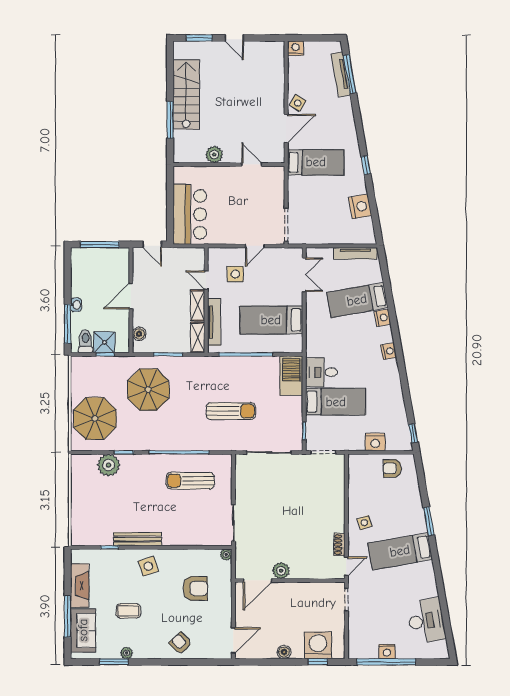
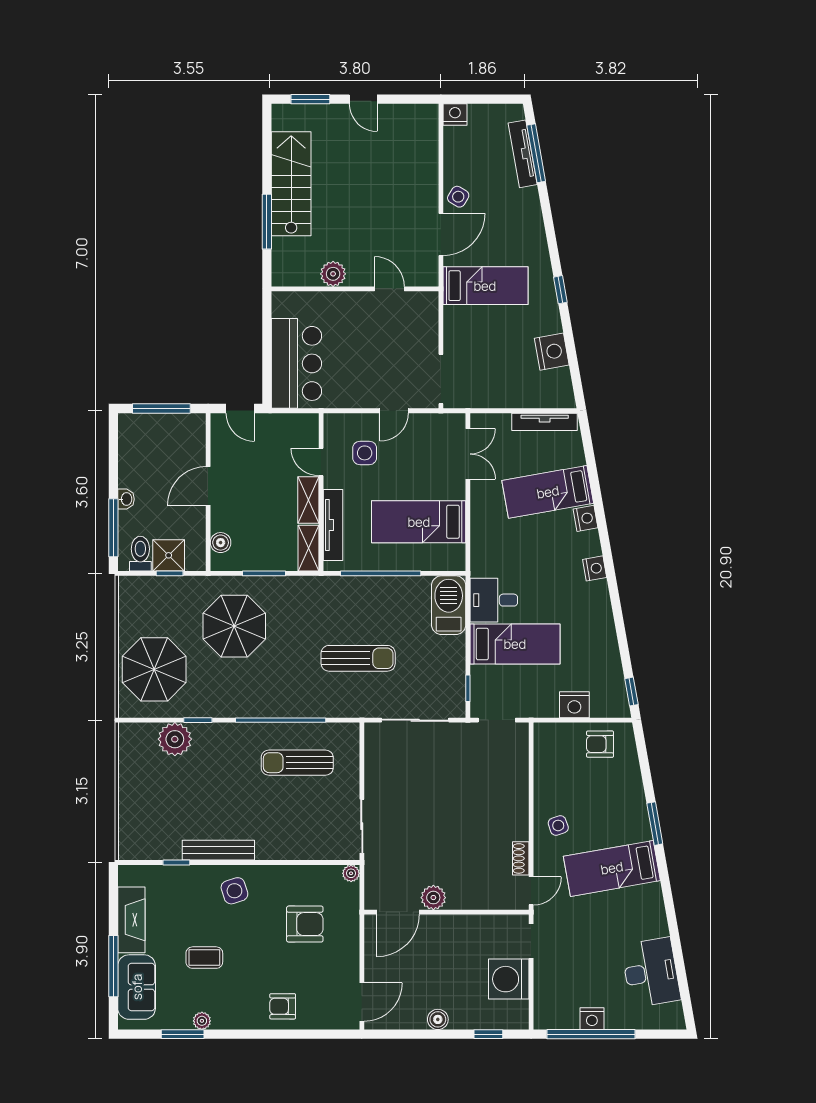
armchair: (181, 643) -> (283, 1006), turned -46
washing machine: (318, 645) -> (509, 979), moved, turned -90

